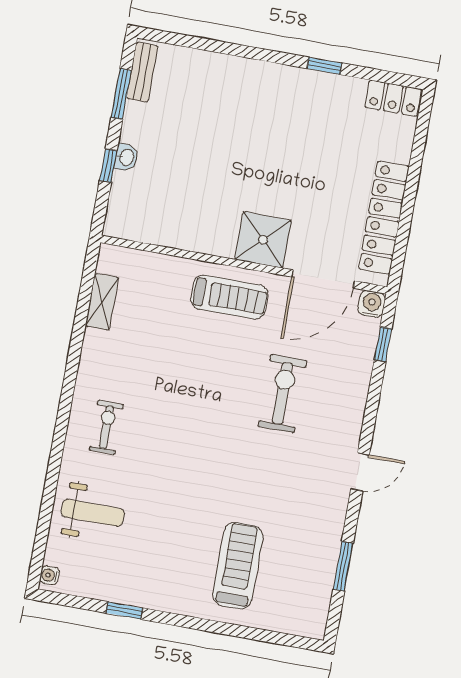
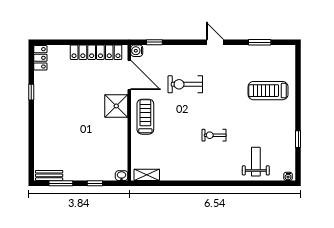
washbasin: (126, 157) -> (122, 176), moved
shelving: (102, 302) -> (147, 175), moved
exercise bike: (106, 427) -> (214, 135), moved

